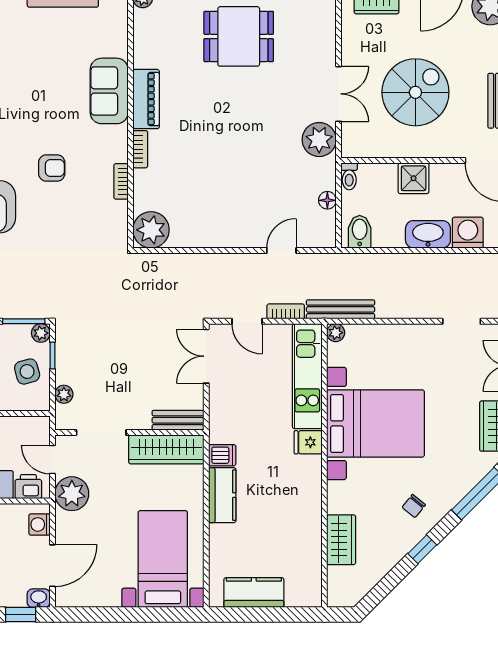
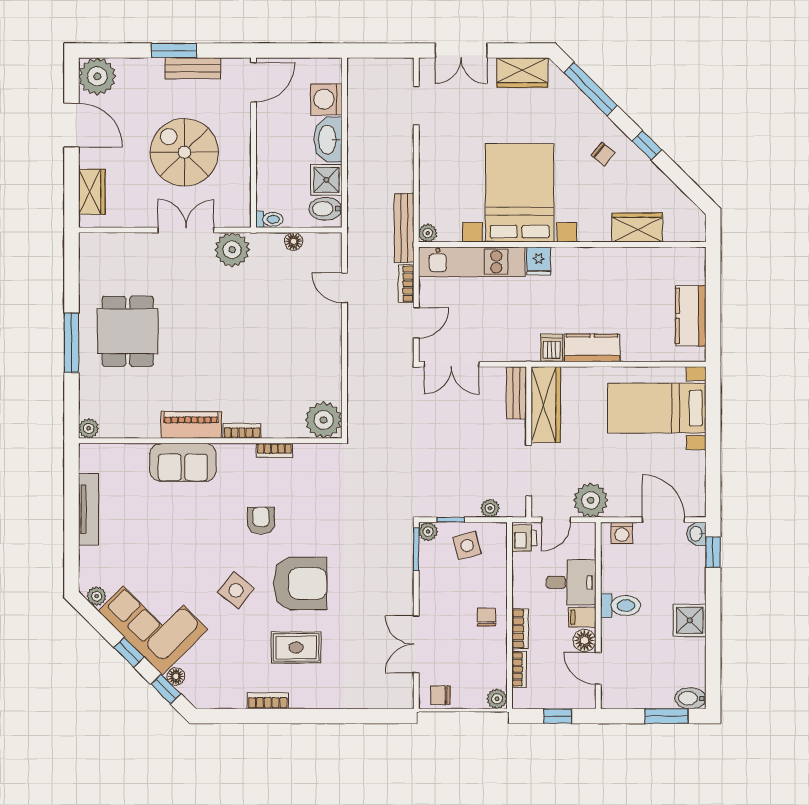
shower: (414, 178) -> (326, 180), moved
printer: (28, 487) -> (524, 538), moved, turned 180

